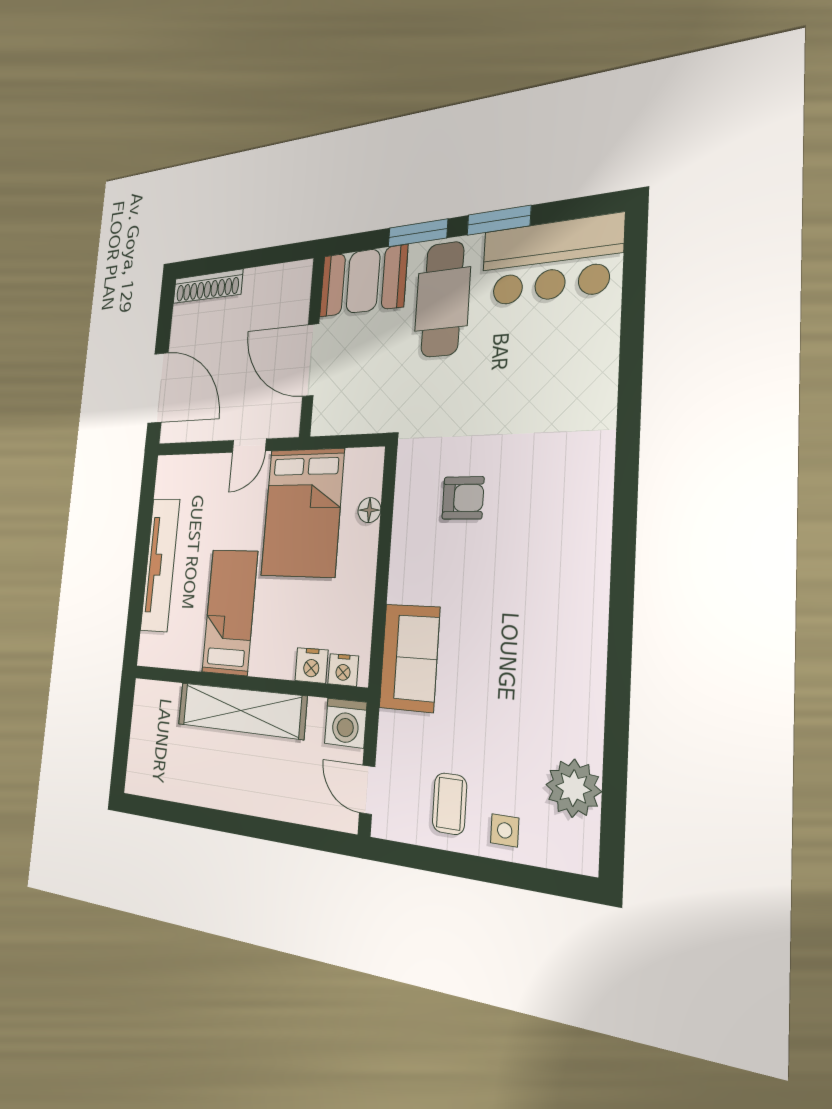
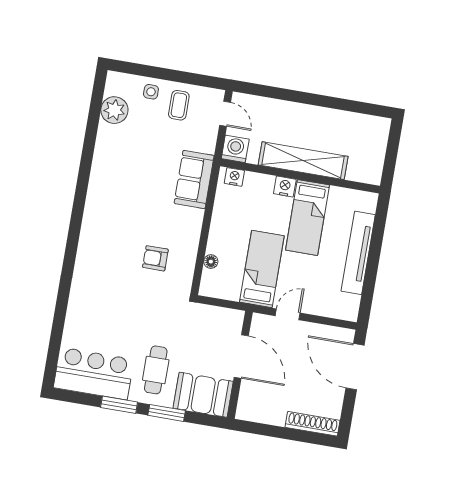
cafe table: (442, 299) -> (156, 370), width x0.73, depth x0.74
bed: (302, 513) -> (262, 269), width x0.67
nightstand: (311, 665) -> (285, 187), moved

